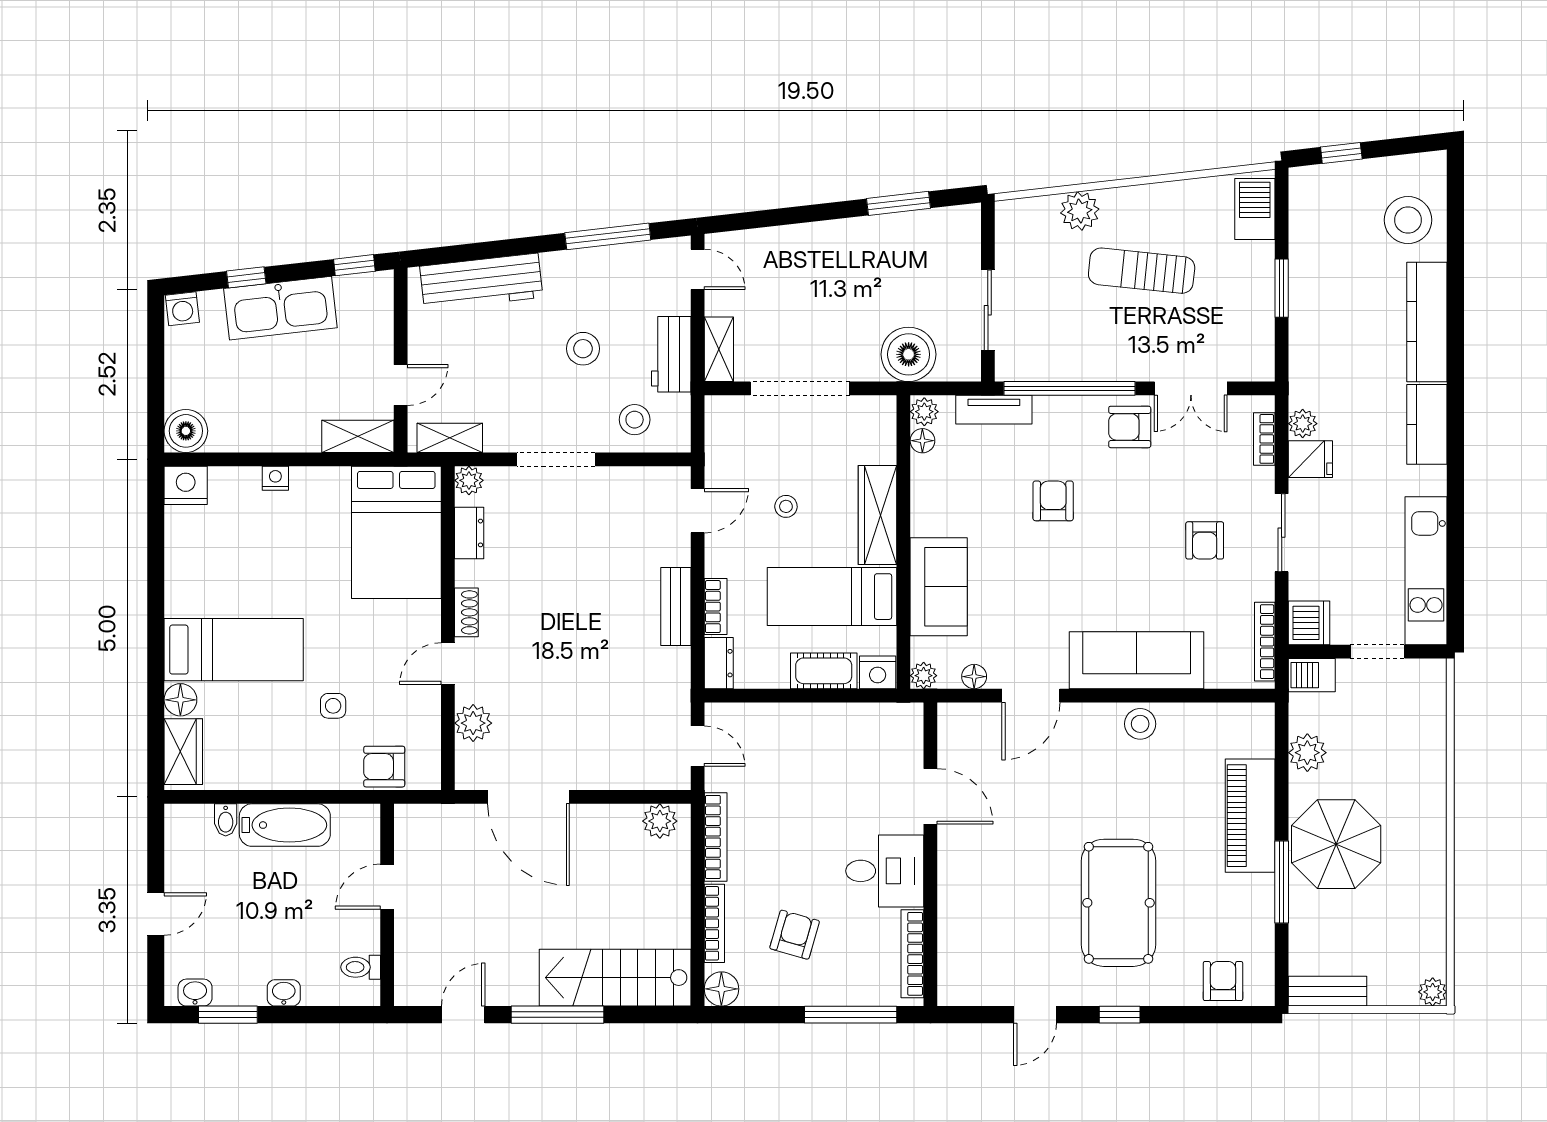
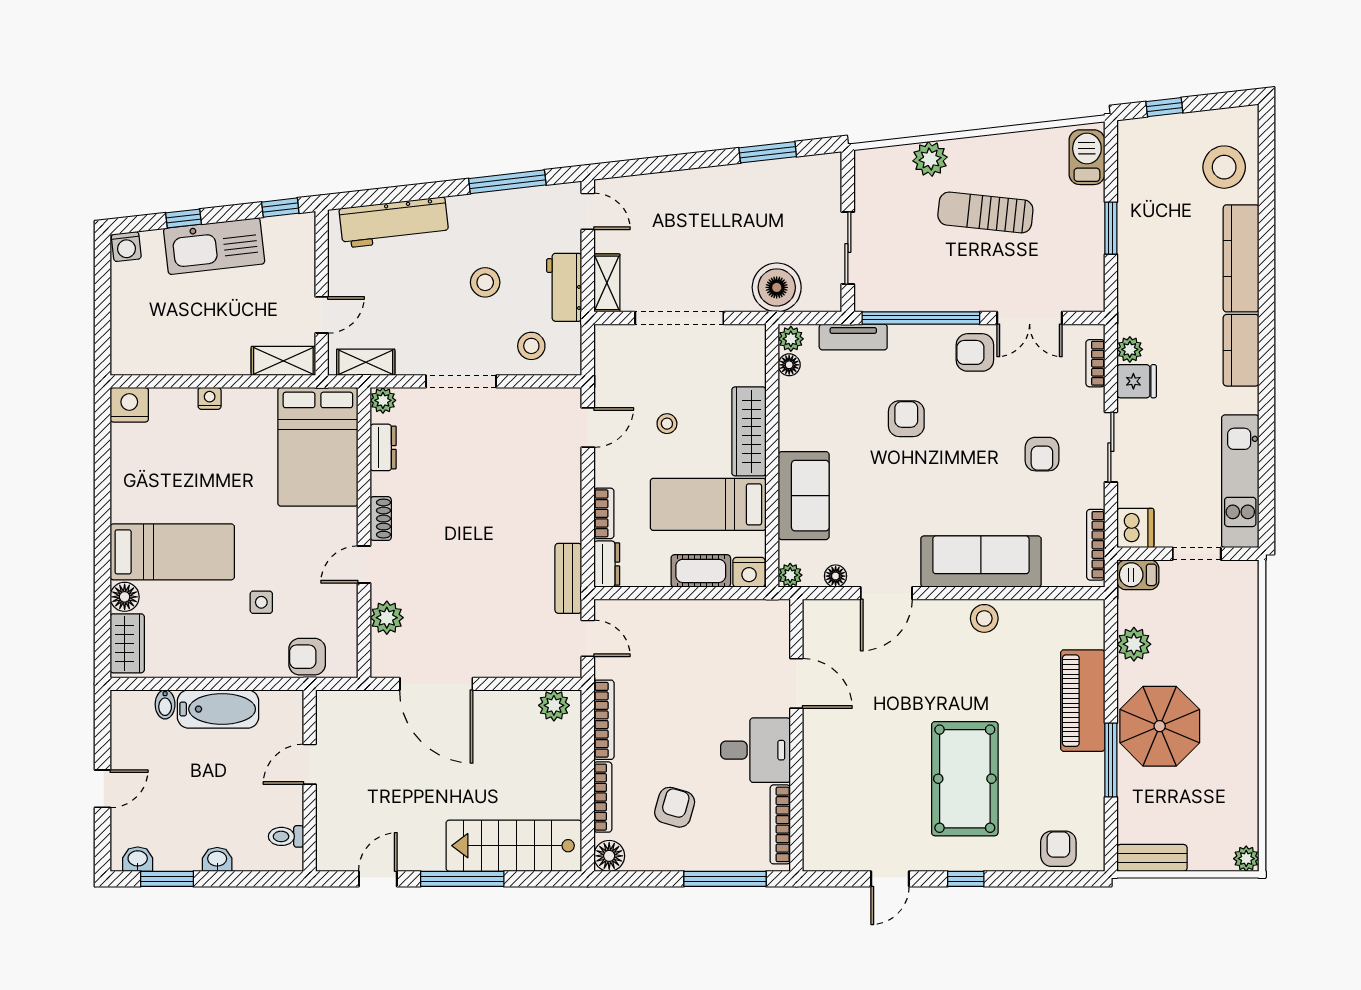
boiler: (186, 431) -> (129, 356), removed
bench: (676, 606) -> (568, 578), moved

